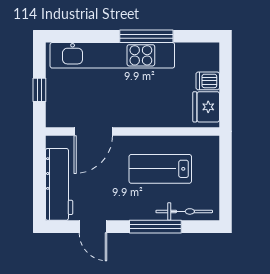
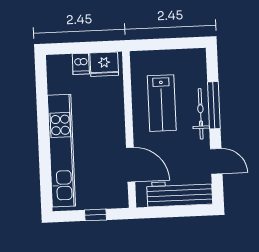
window: (146, 36) -> (43, 121), removed
bicycle: (184, 211) -> (201, 114), moved
door: (93, 227) -> (216, 161), hinge flipped

